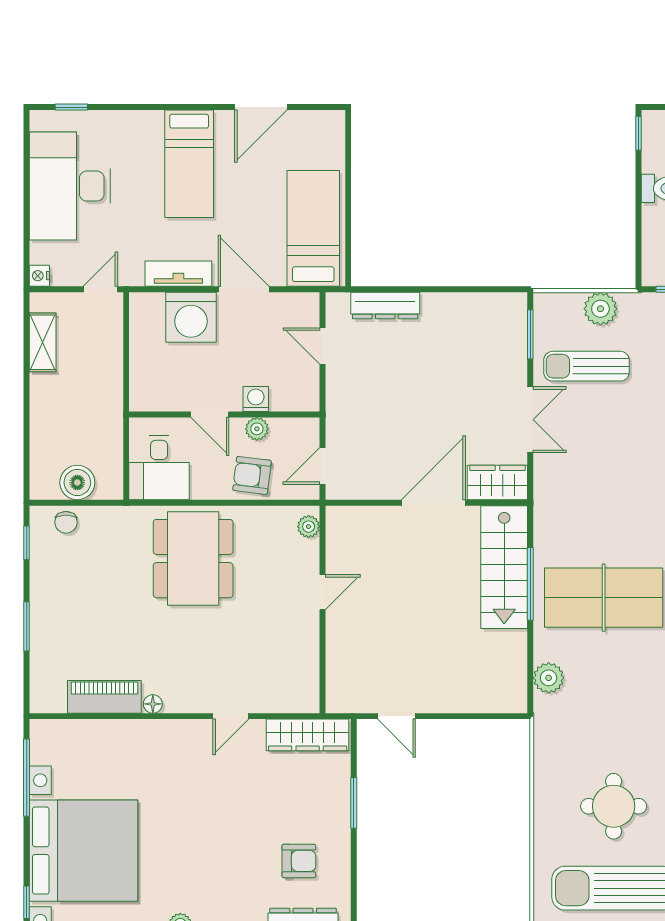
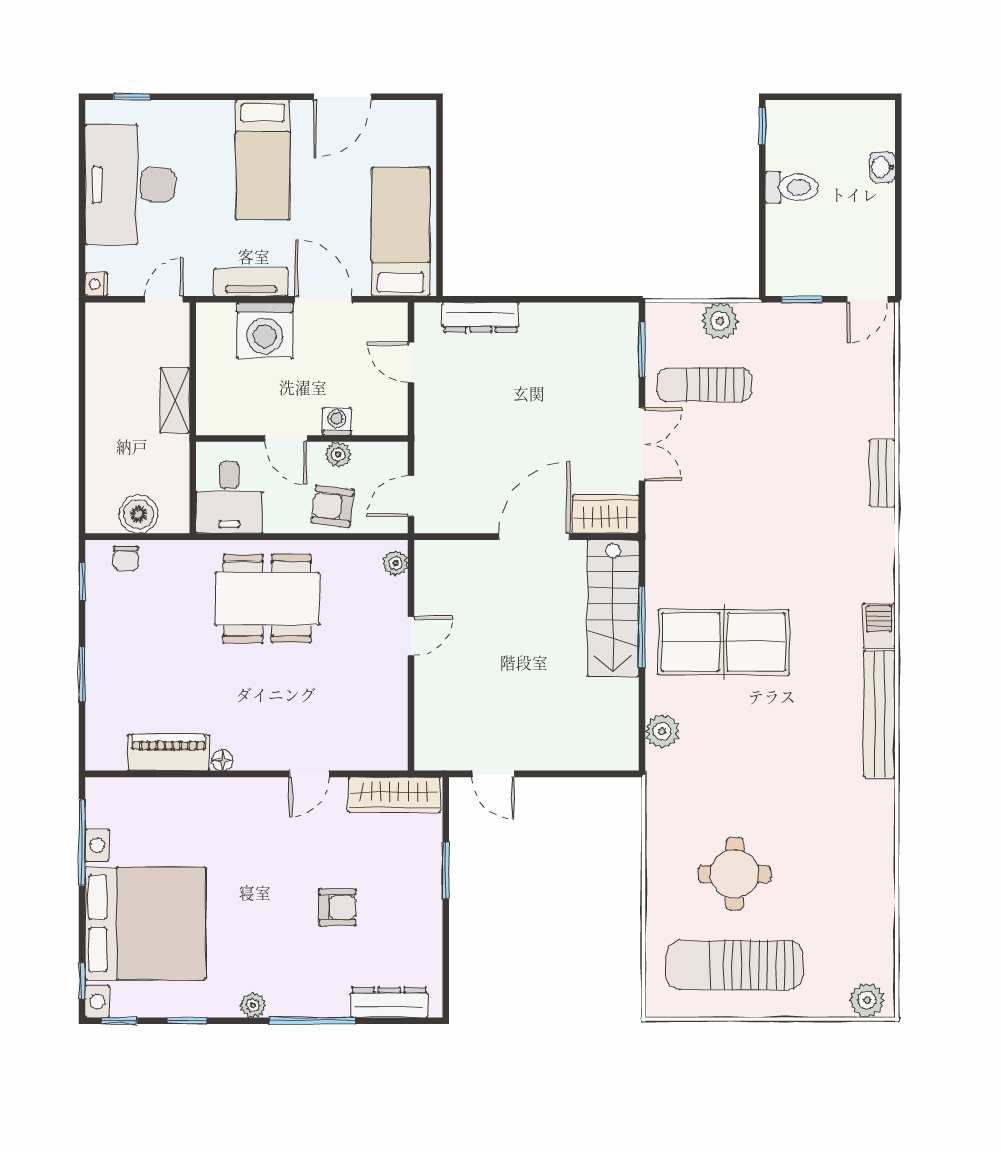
shelving: (43, 342) -> (175, 400), moved
dining table: (193, 559) -> (267, 599), turned 90
armchair: (299, 861) -> (337, 907), moved

